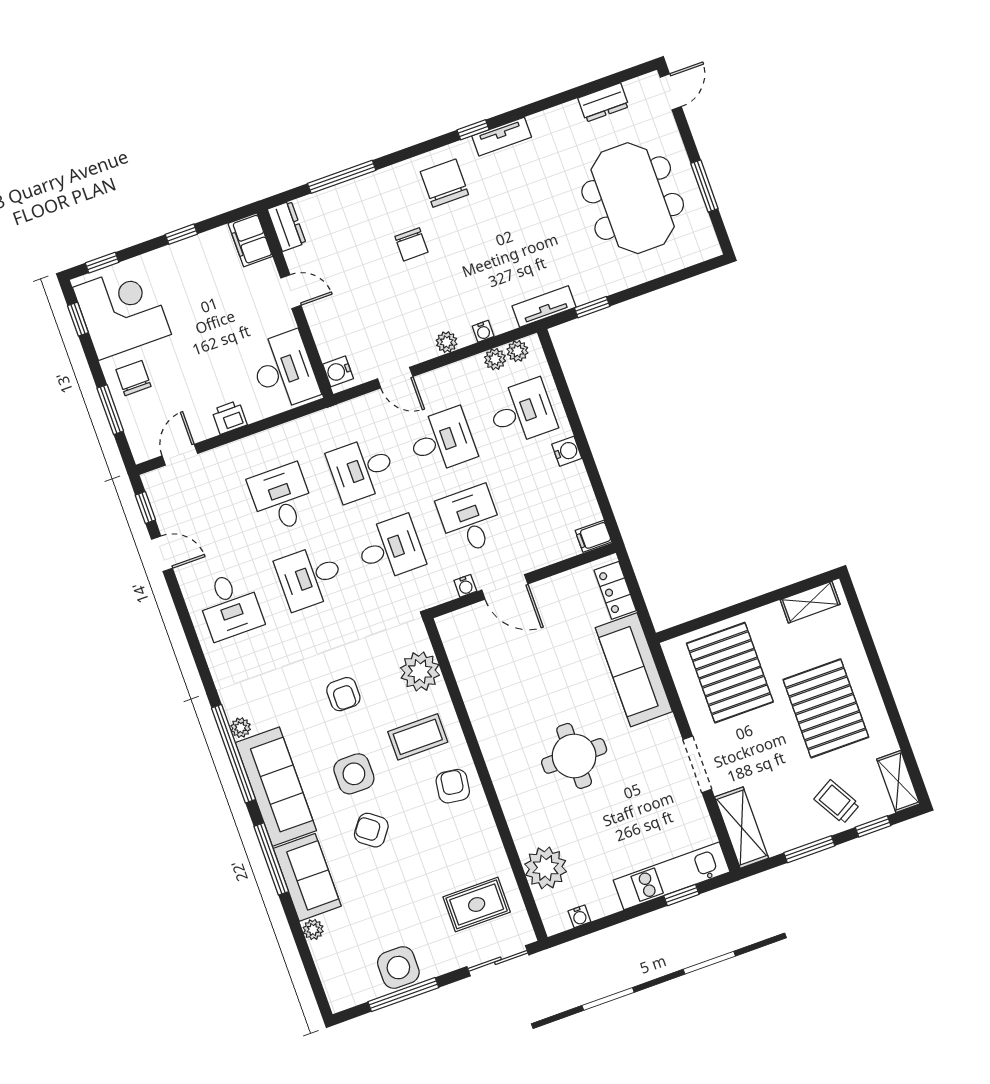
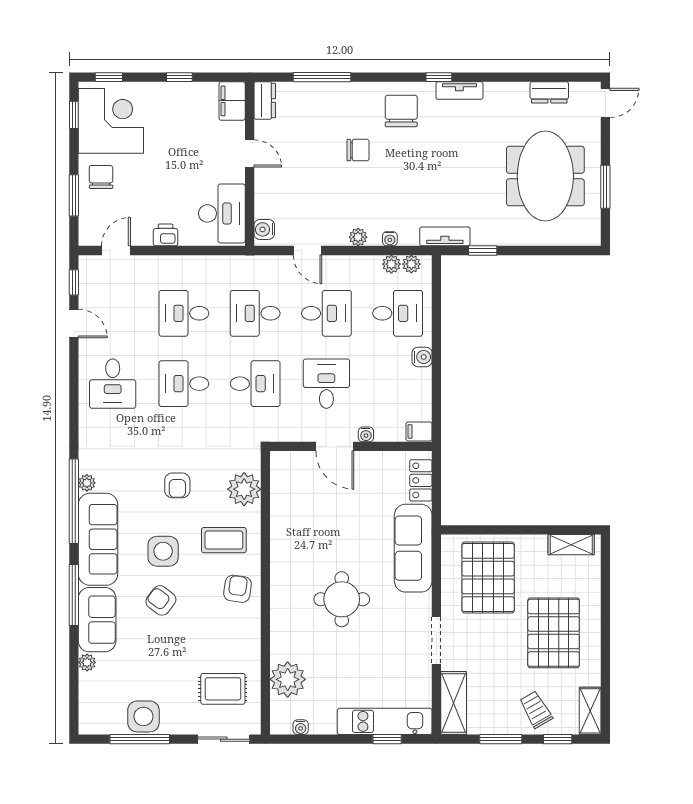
chair: (411, 244) -> (358, 150), turned -90
desk: (282, 498) -> (184, 313), turned -90
water cooler: (465, 586) -> (366, 434), moved

